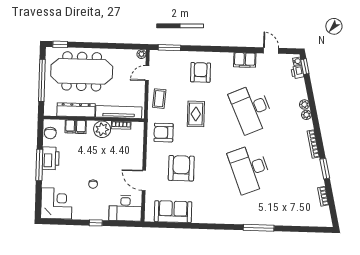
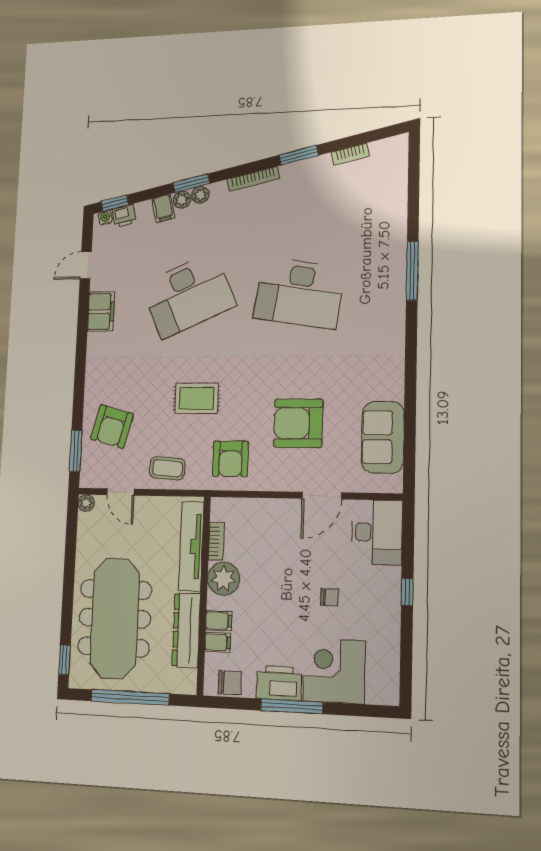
armchair: (201, 72) -> (112, 426), moved, turned -75
filing cabinet: (300, 94) -> (163, 208), added
window: (313, 110) -> (191, 183), added
desk: (250, 169) -> (299, 293), turned 30
corner desk: (56, 203) -> (334, 671), moved

